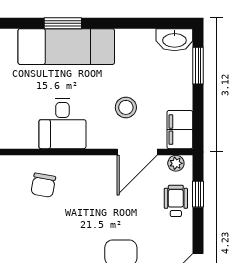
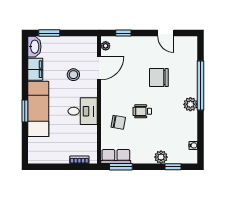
filing cabinet: (180, 130) -> (35, 69), moved, turned -90
door: (137, 152) -> (99, 68), hinge flipped
wheelchair: (176, 201) -> (142, 111), moved

